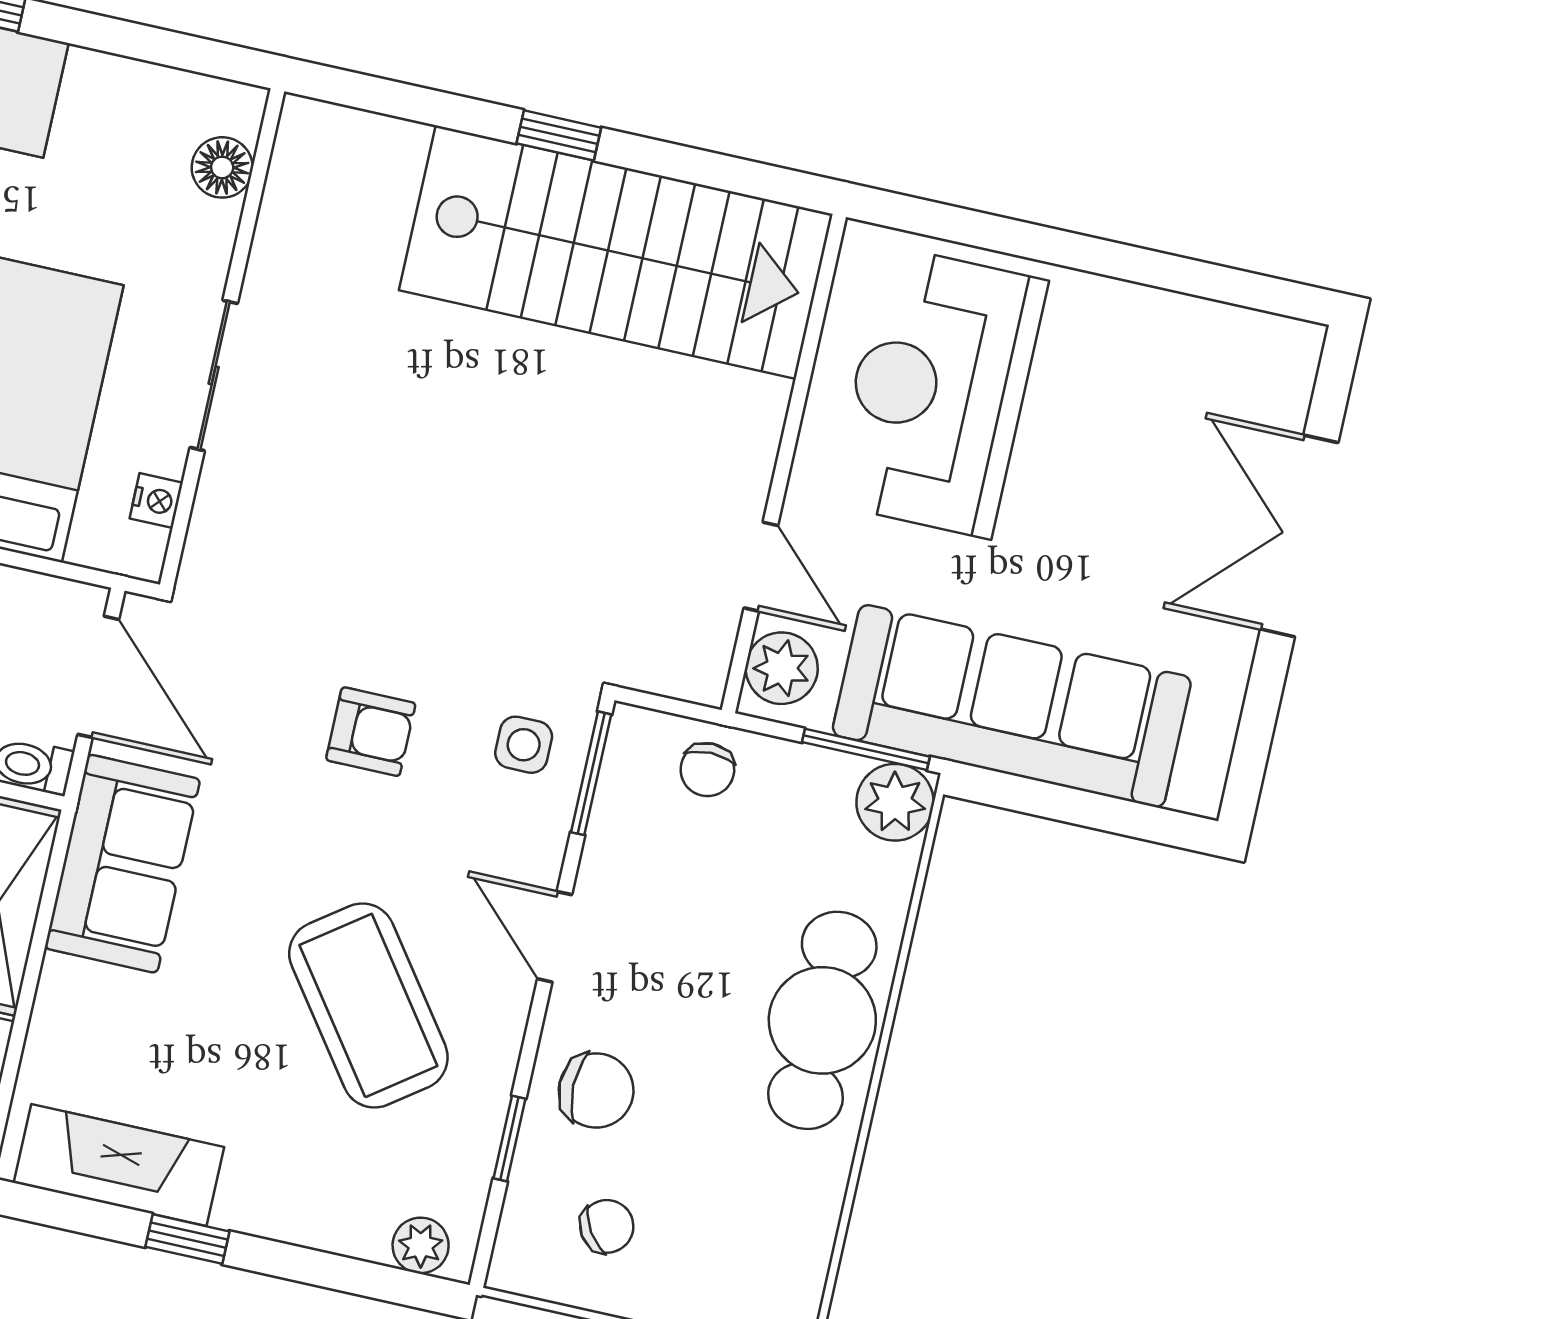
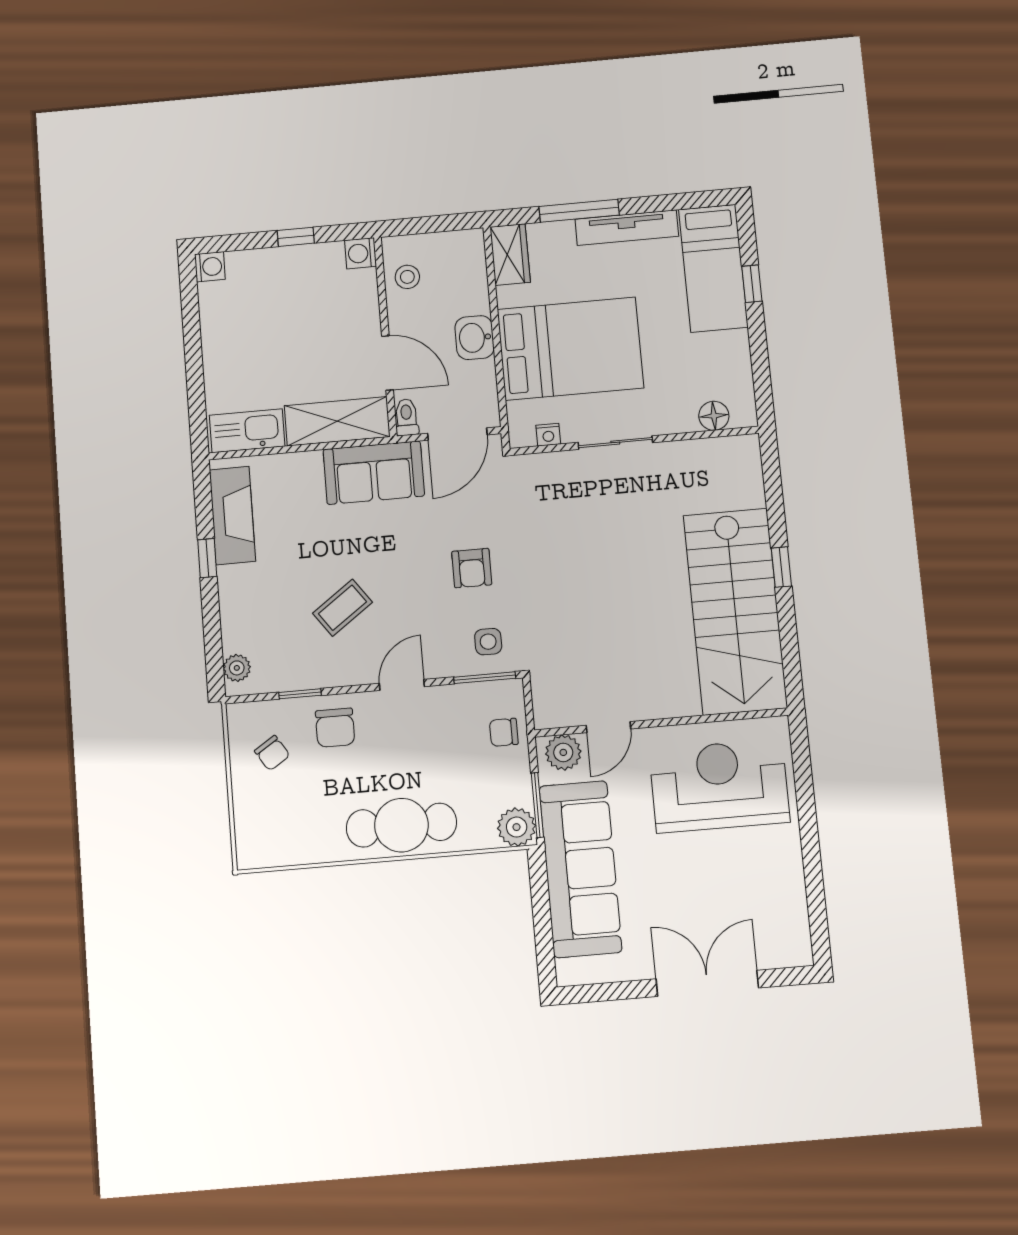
coffee table: (368, 1006) -> (342, 608), width x0.54, depth x0.58

